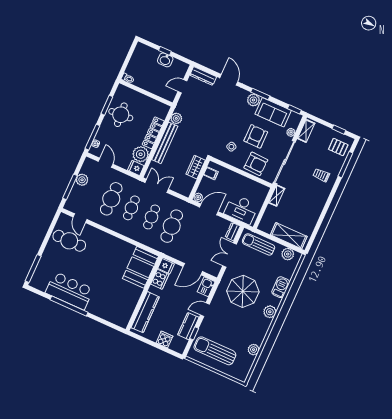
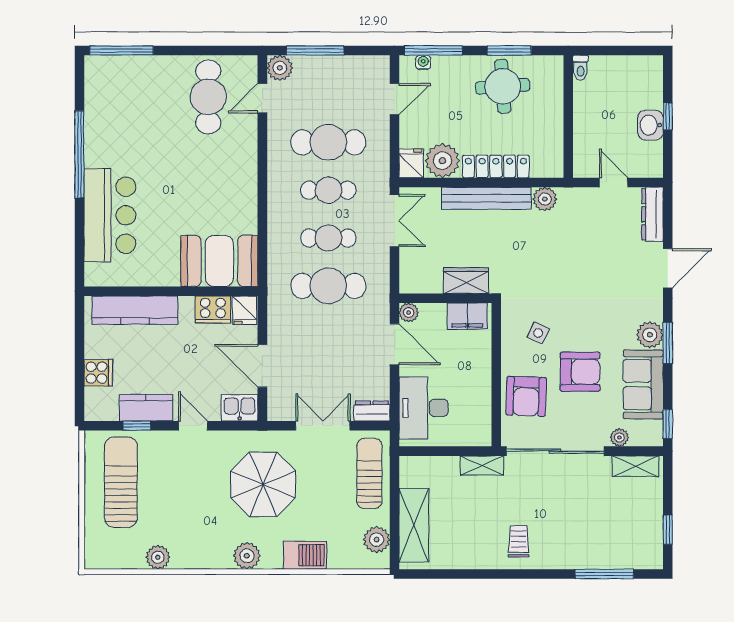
pallet: (338, 147) -> (633, 544), removed
filing cabinet: (211, 173) -> (467, 316), width x2.00
trolley: (321, 175) -> (519, 541), moved
plant: (82, 180) -> (280, 68), moved
bar counter: (69, 291) -> (110, 215), moved

